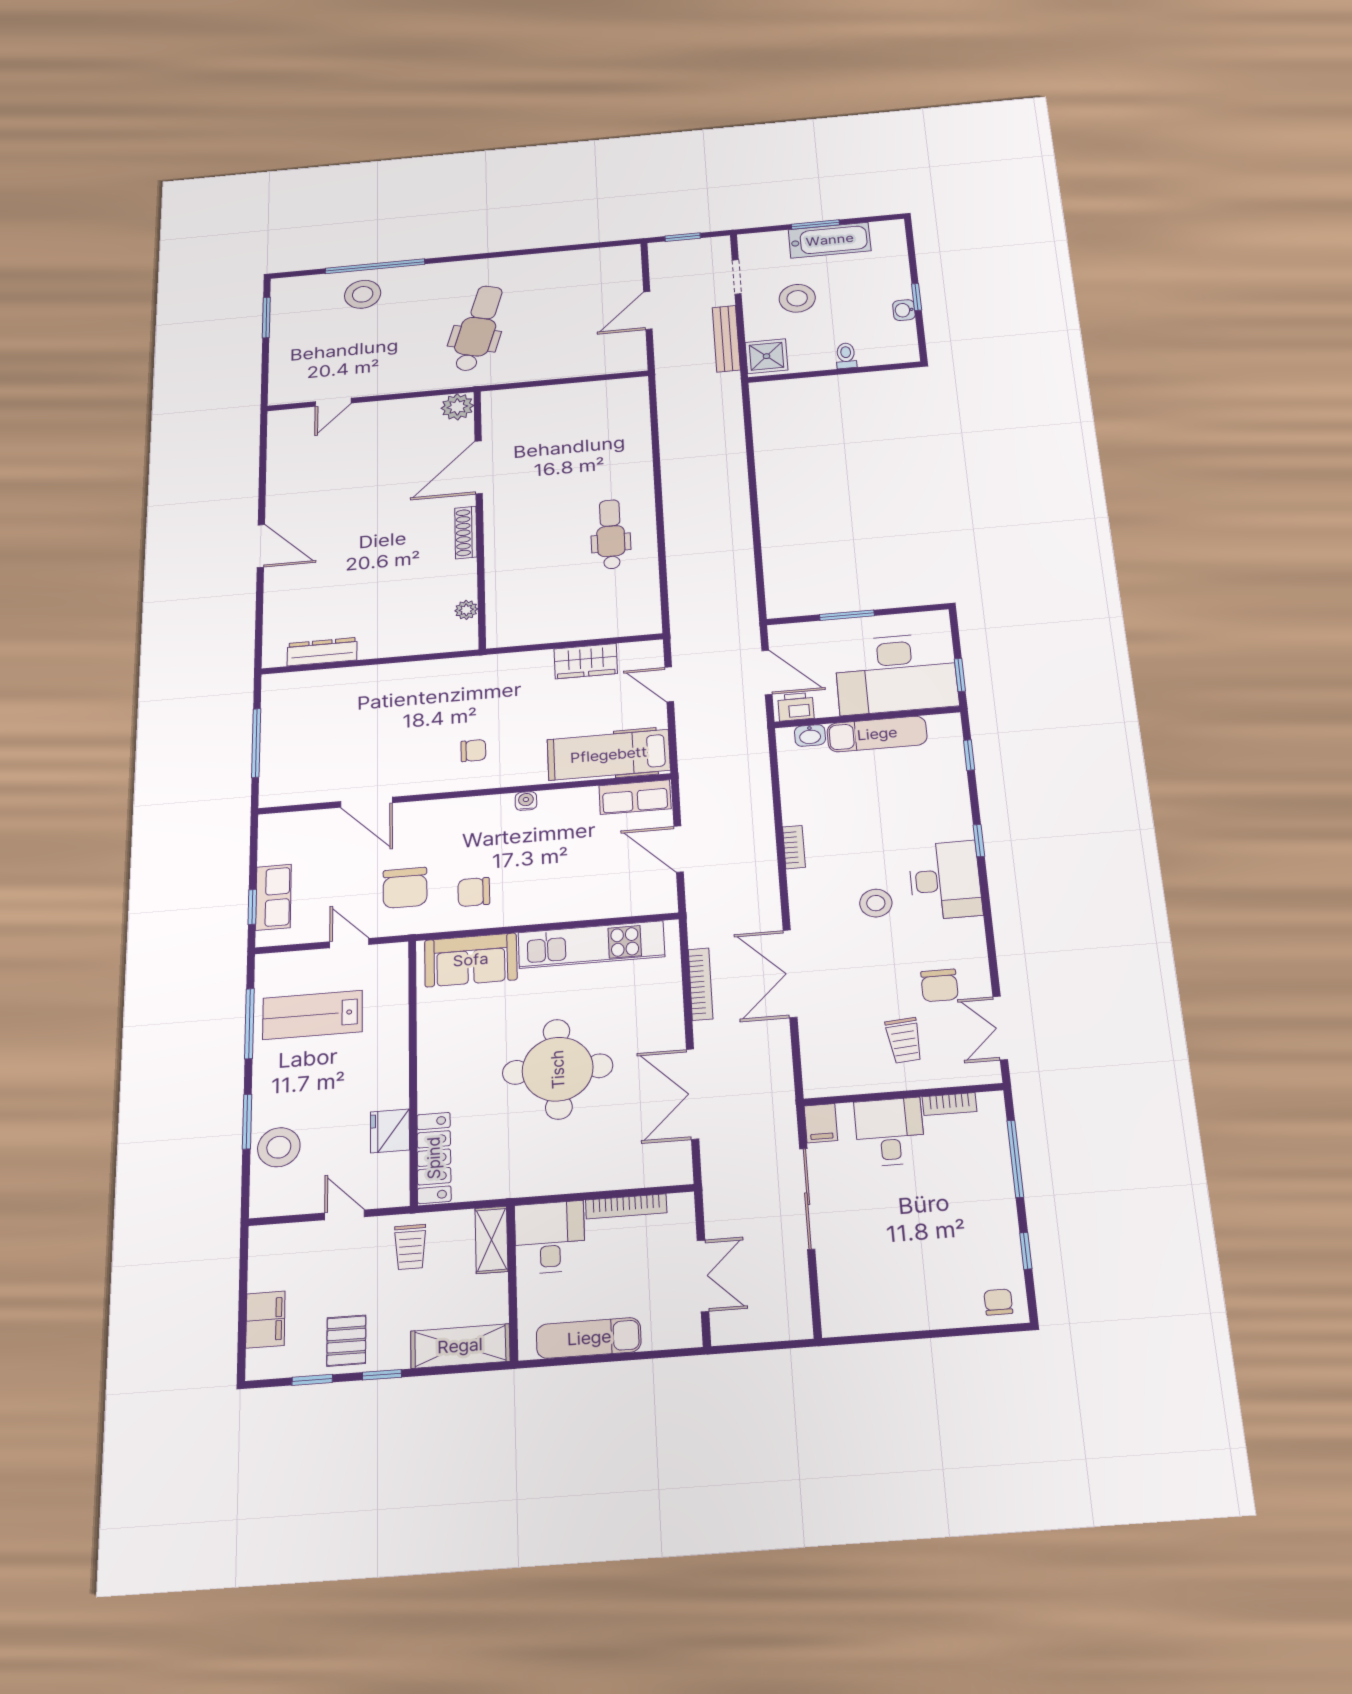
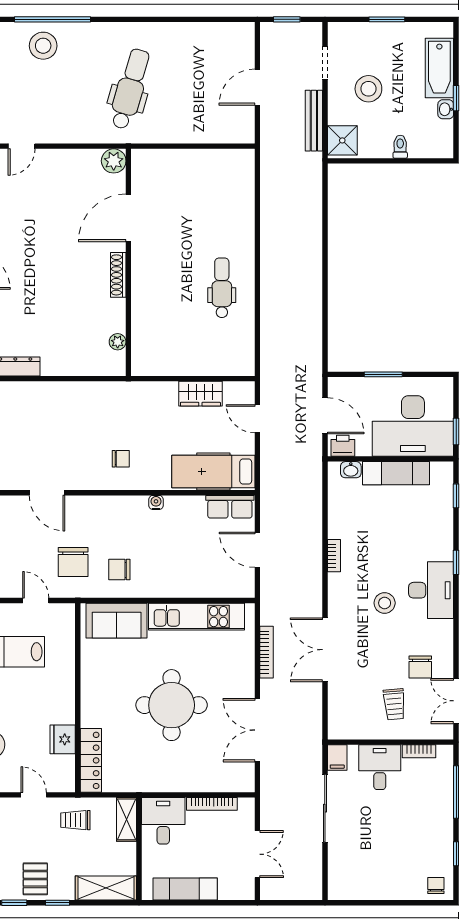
bathtub: (830, 240) -> (439, 68), moved, turned 90
trolley: (410, 1247) -> (75, 820), turned 90

